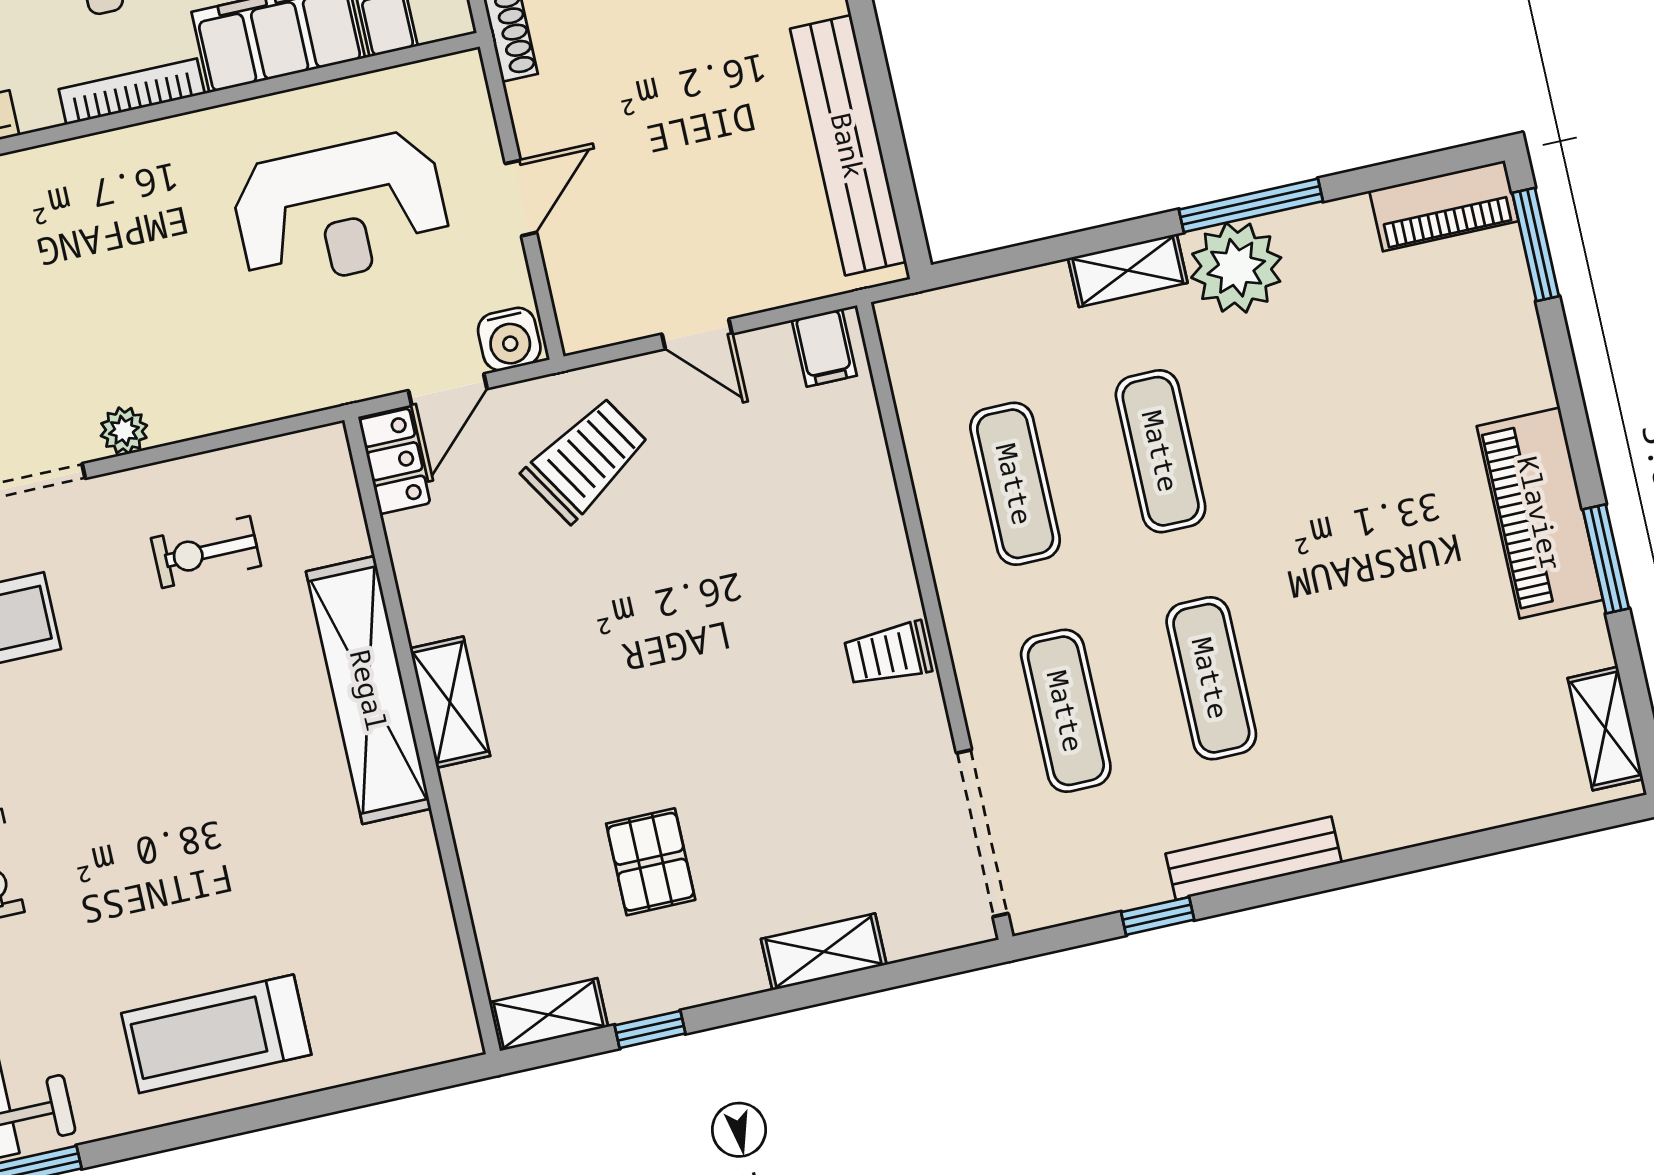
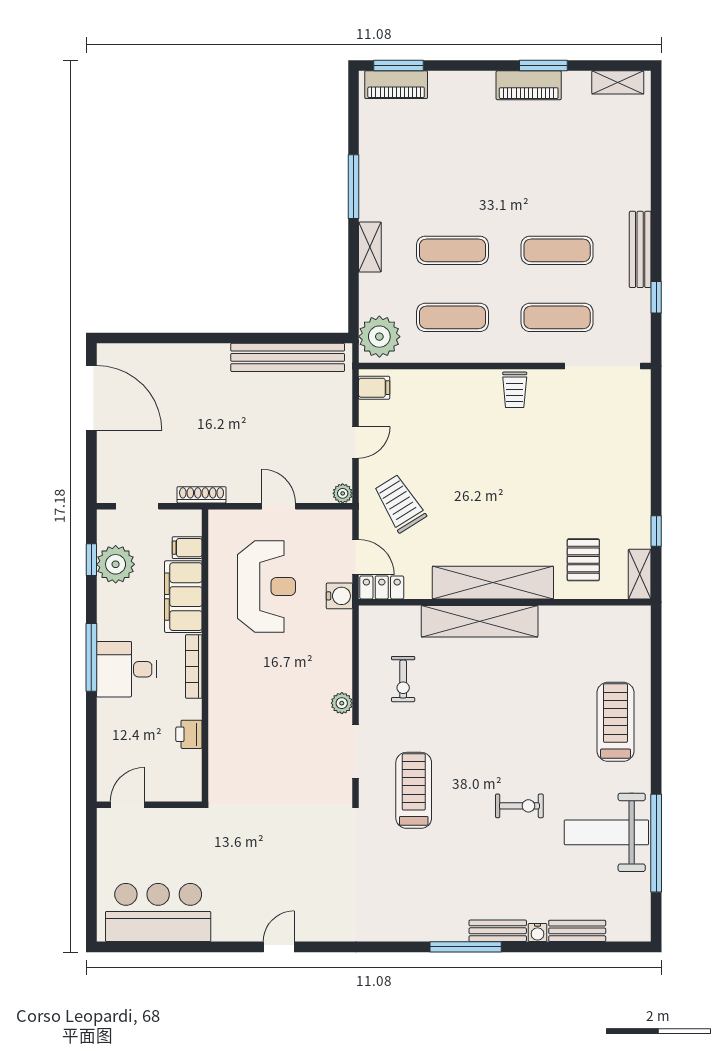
piano: (1444, 206) -> (396, 85), moved, turned 90
plant: (1236, 268) -> (379, 337), moved
plant: (580, 331) -> (343, 493), added
water cooler: (509, 339) -> (339, 596), moved
piano: (1540, 513) -> (529, 85), width x0.73, depth x0.75
shelving: (450, 702) -> (493, 583), width x2.20, depth x1.33
pallet: (651, 862) -> (583, 560), moved, turned 90
shelving: (824, 952) -> (639, 447), removed
treadmill: (216, 1034) -> (615, 722), turned 180

